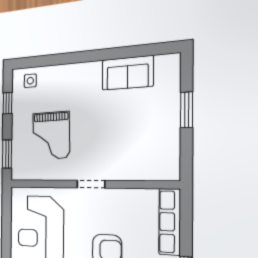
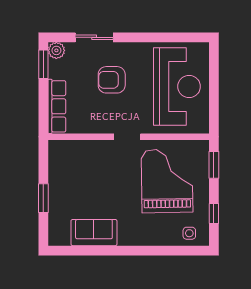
grand piano: (51, 136) -> (167, 181), width x1.37, depth x1.48

